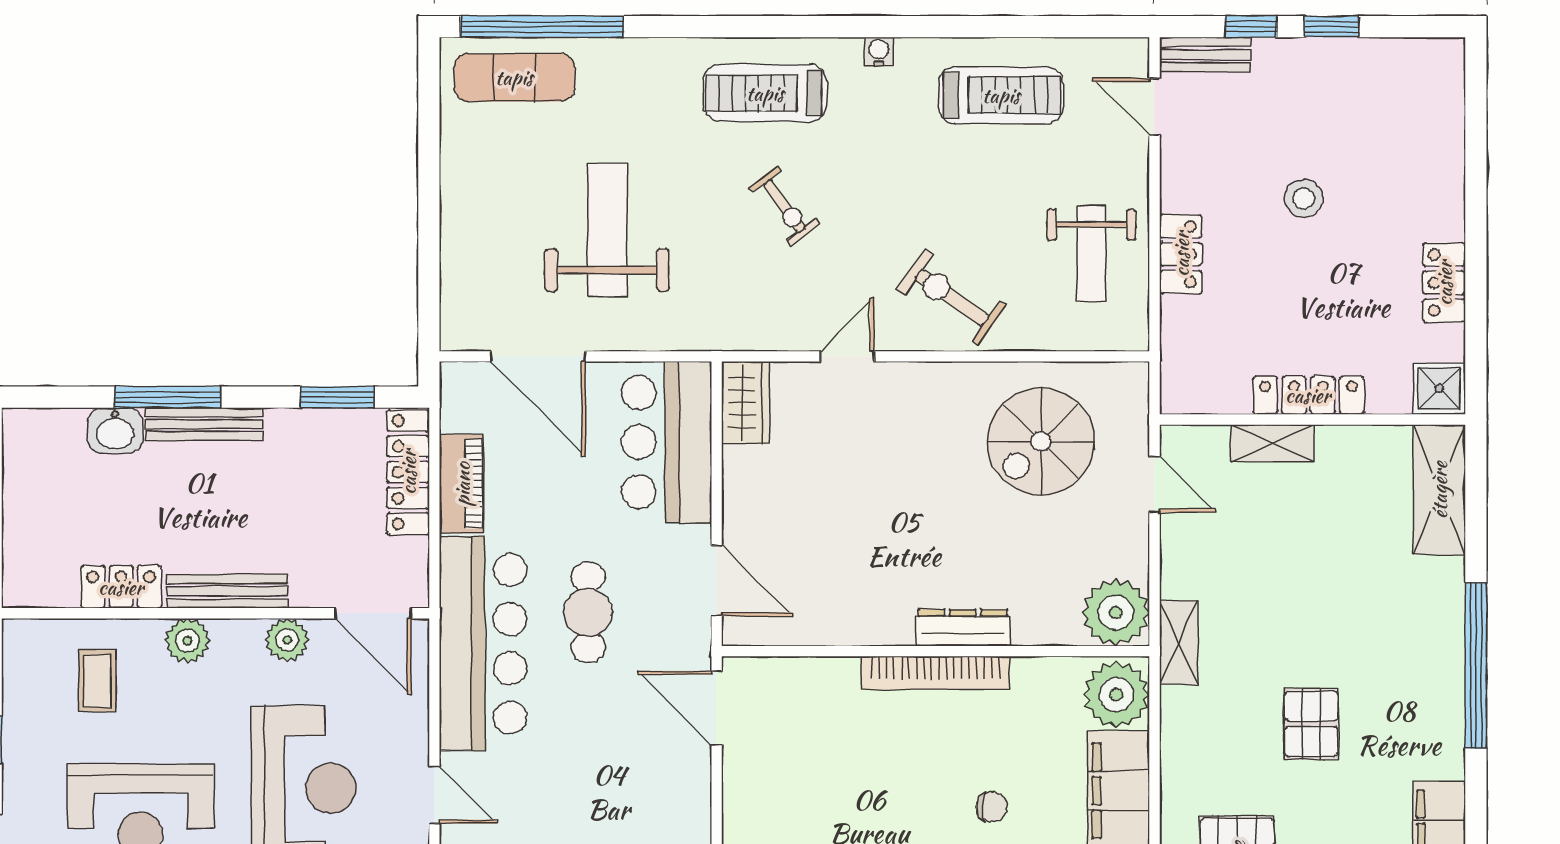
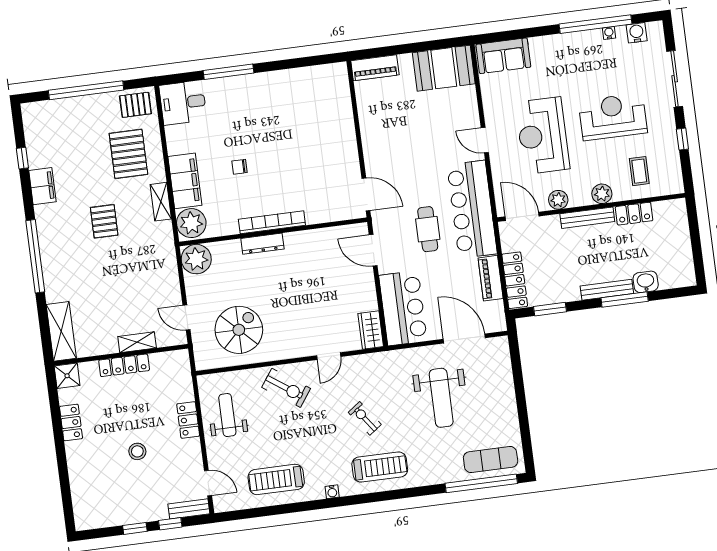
shelving: (1178, 643) -> (161, 202), moved

